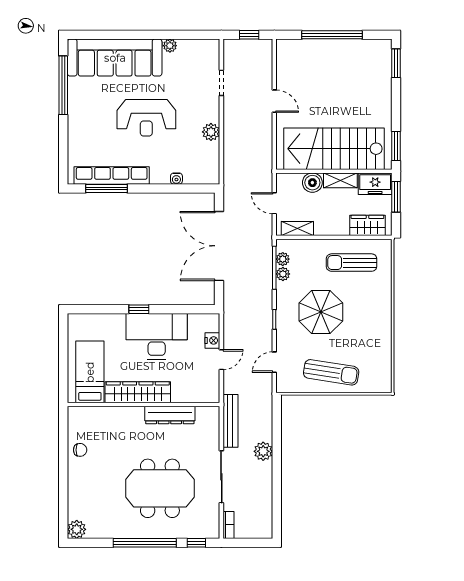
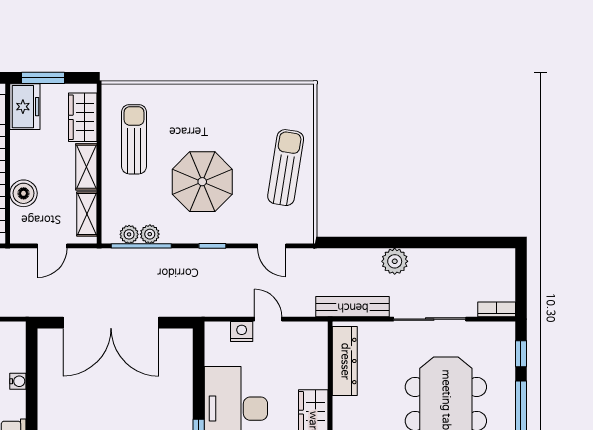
shelving: (340, 180) -> (86, 167), moved
sun lounger: (352, 263) -> (134, 139), turned 180
dresser: (170, 415) -> (345, 361), moved

